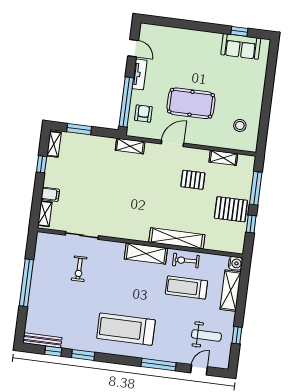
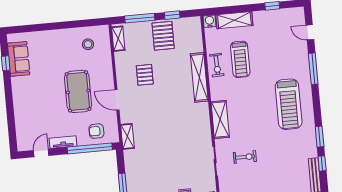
shelving: (223, 158) -> (118, 39), moved
shelving: (146, 254) -> (220, 120), moved
weight bench: (206, 335) -> (278, 32), removed

